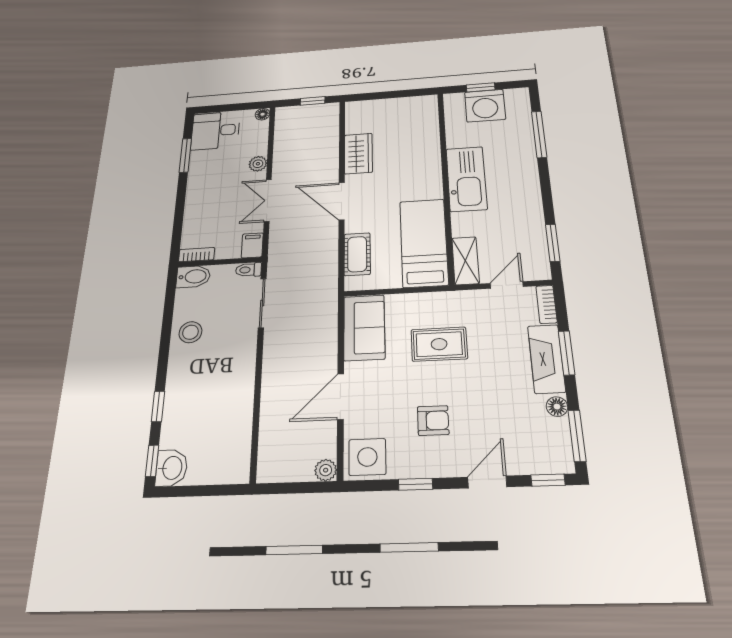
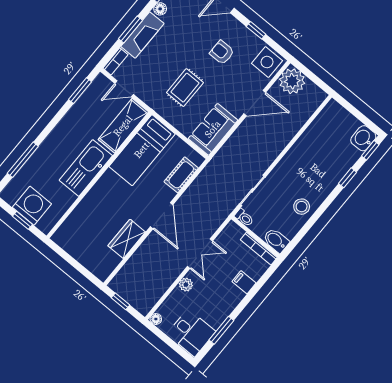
filing cabinet: (252, 245) -> (244, 282), moved, turned 90
bookcase: (197, 255) -> (259, 249), width x1.56
shelving: (465, 261) -> (123, 126), width x1.50, depth x1.33
rug: (439, 344) -> (185, 88), turned 90
plant: (326, 470) -> (292, 81), width x1.88, depth x1.88

